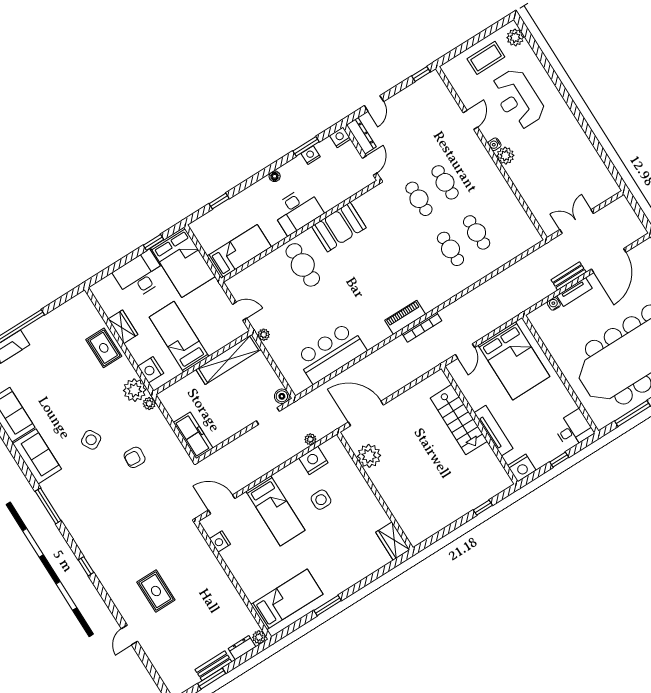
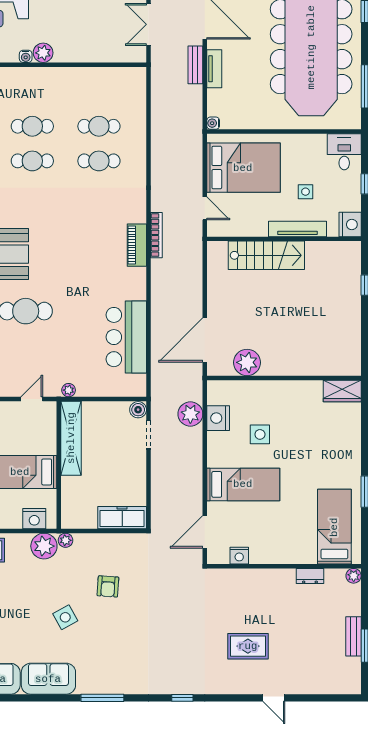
water cooler: (554, 304) -> (213, 123), moved
side table: (525, 419) -> (305, 192), added
plant: (310, 439) -> (190, 414), width x1.88, depth x1.88
dresser: (242, 648) -> (310, 576), moved, turned -90

